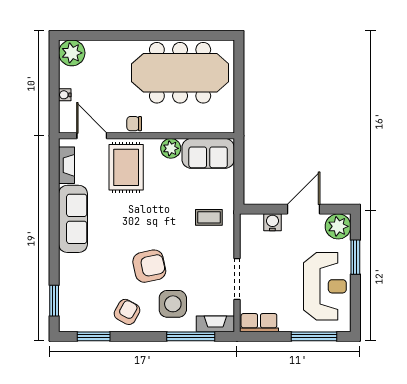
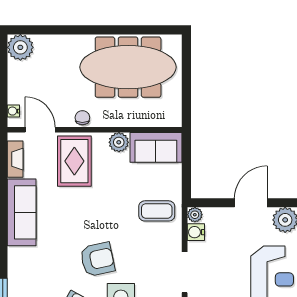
water cooler: (65, 95) -> (13, 111), moved
chair: (134, 124) -> (82, 118), turned 90
coffee table: (209, 217) -> (157, 211), width x1.36, depth x1.30
plant: (247, 221) -> (195, 215), added
water cooler: (272, 222) -> (196, 232), moved, turned -90

